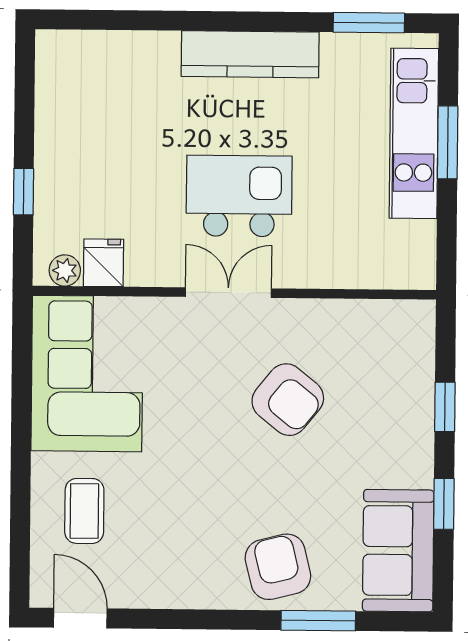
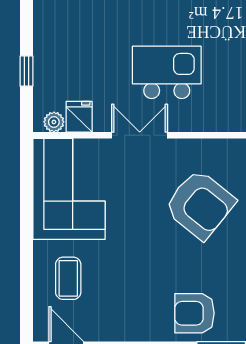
double door: (228, 293) -> (140, 135), moved
armchair: (288, 400) -> (200, 204), width x1.36, depth x1.36
armchair: (278, 567) -> (195, 313), turned -76

